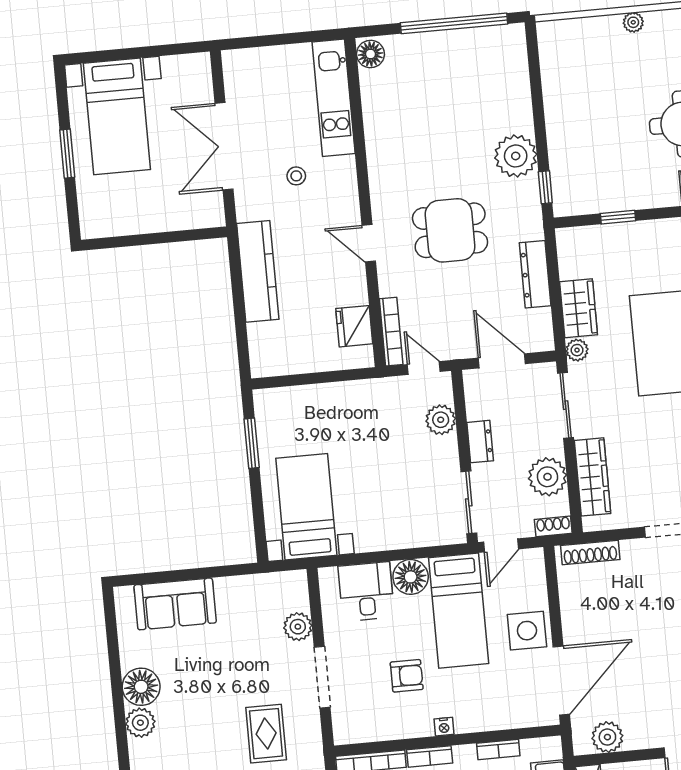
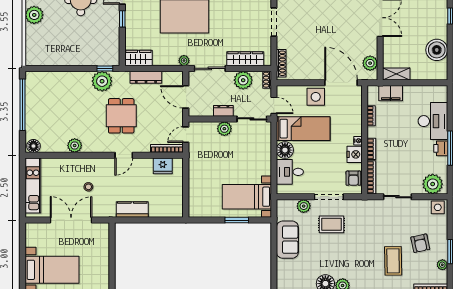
plant: (633, 22) -> (34, 15), width x1.87, depth x1.87
kitchen unit: (334, 98) -> (33, 185), moved, turned -90
plant: (379, 139) -> (75, 145), added
double door: (224, 146) -> (71, 220), swing flipped
plant: (516, 156) -> (102, 81), moved
window: (618, 217) -> (122, 19), moved
kitchen counter: (258, 271) -> (132, 209), width x0.67
wardrobe: (579, 308) -> (138, 58), moved
door: (502, 361) -> (186, 97), hinge flipped
plant: (441, 420) -> (224, 129), moved
window: (252, 443) -> (237, 220), moved
sofa: (175, 604) -> (287, 240), moved
armchair: (407, 676) -> (353, 178), moved, turned 180
nightstand: (415, 722) -> (355, 154), added
rug: (266, 734) -> (331, 224), moved

